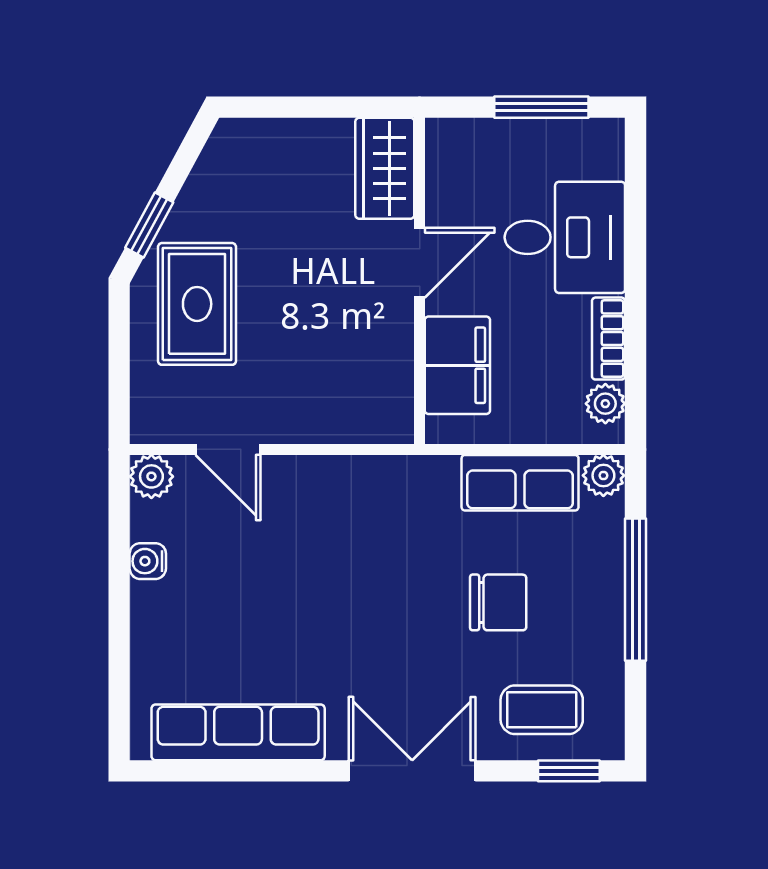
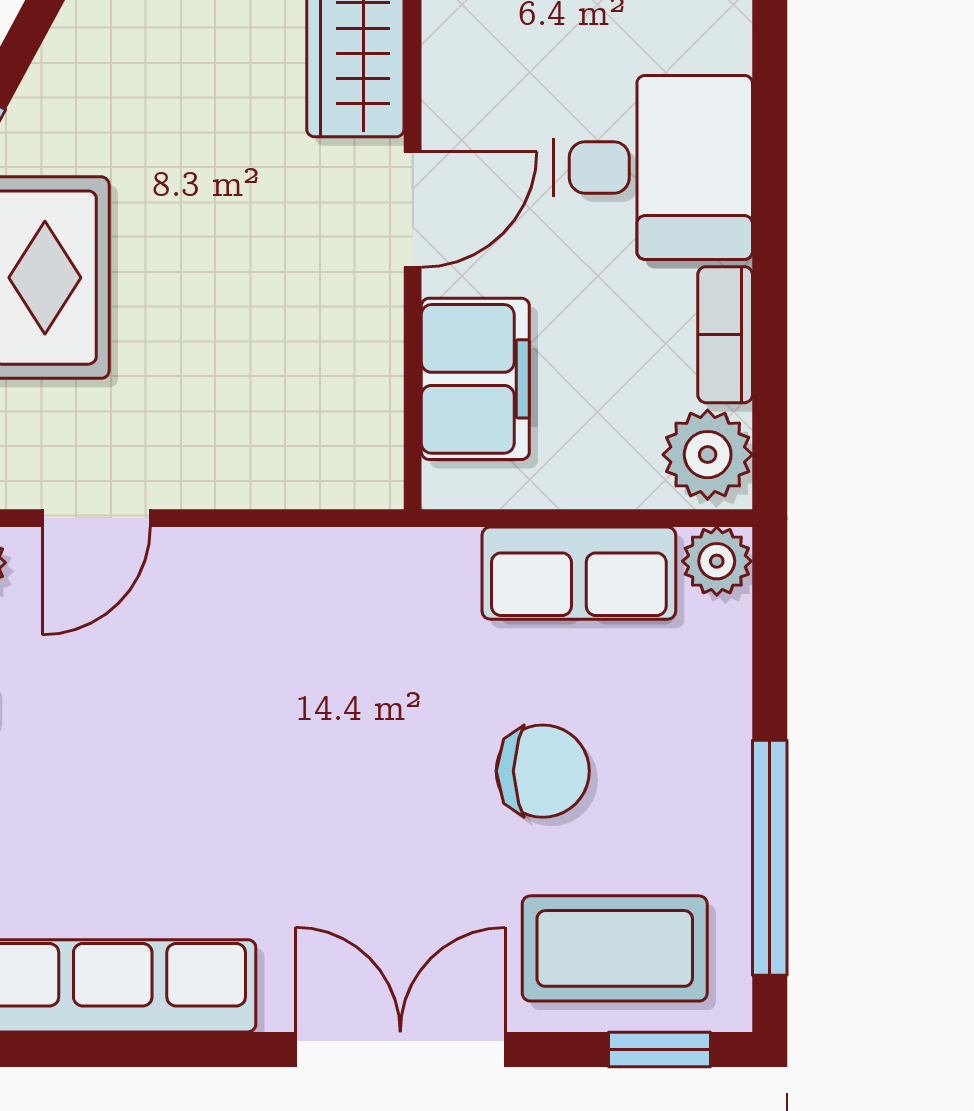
plant: (605, 404) -> (708, 455), width x1.38, depth x1.38
door: (228, 449) -> (96, 518), hinge flipped
window: (636, 590) -> (770, 858), moved
coffee table: (542, 710) -> (615, 948), width x1.36, depth x1.30

